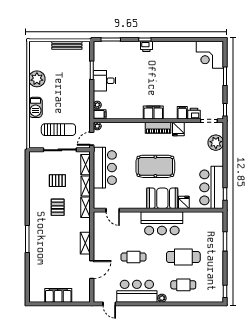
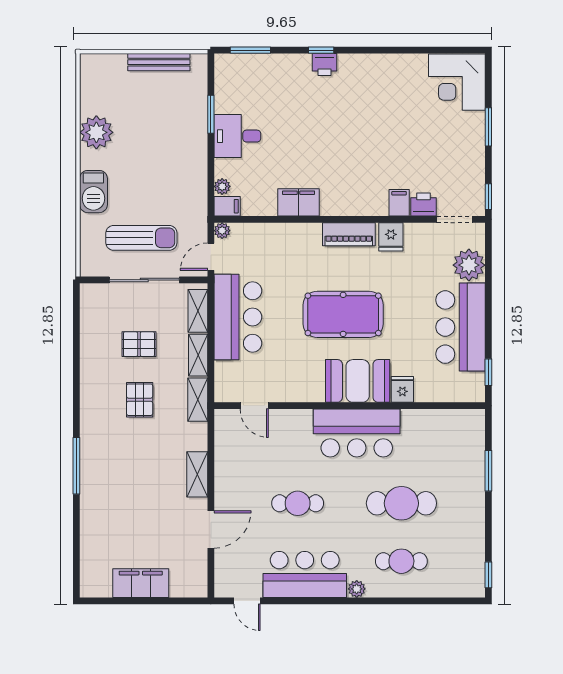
filing cabinet: (153, 113) -> (299, 202), moved
bar counter: (212, 187) -> (460, 327), moved

